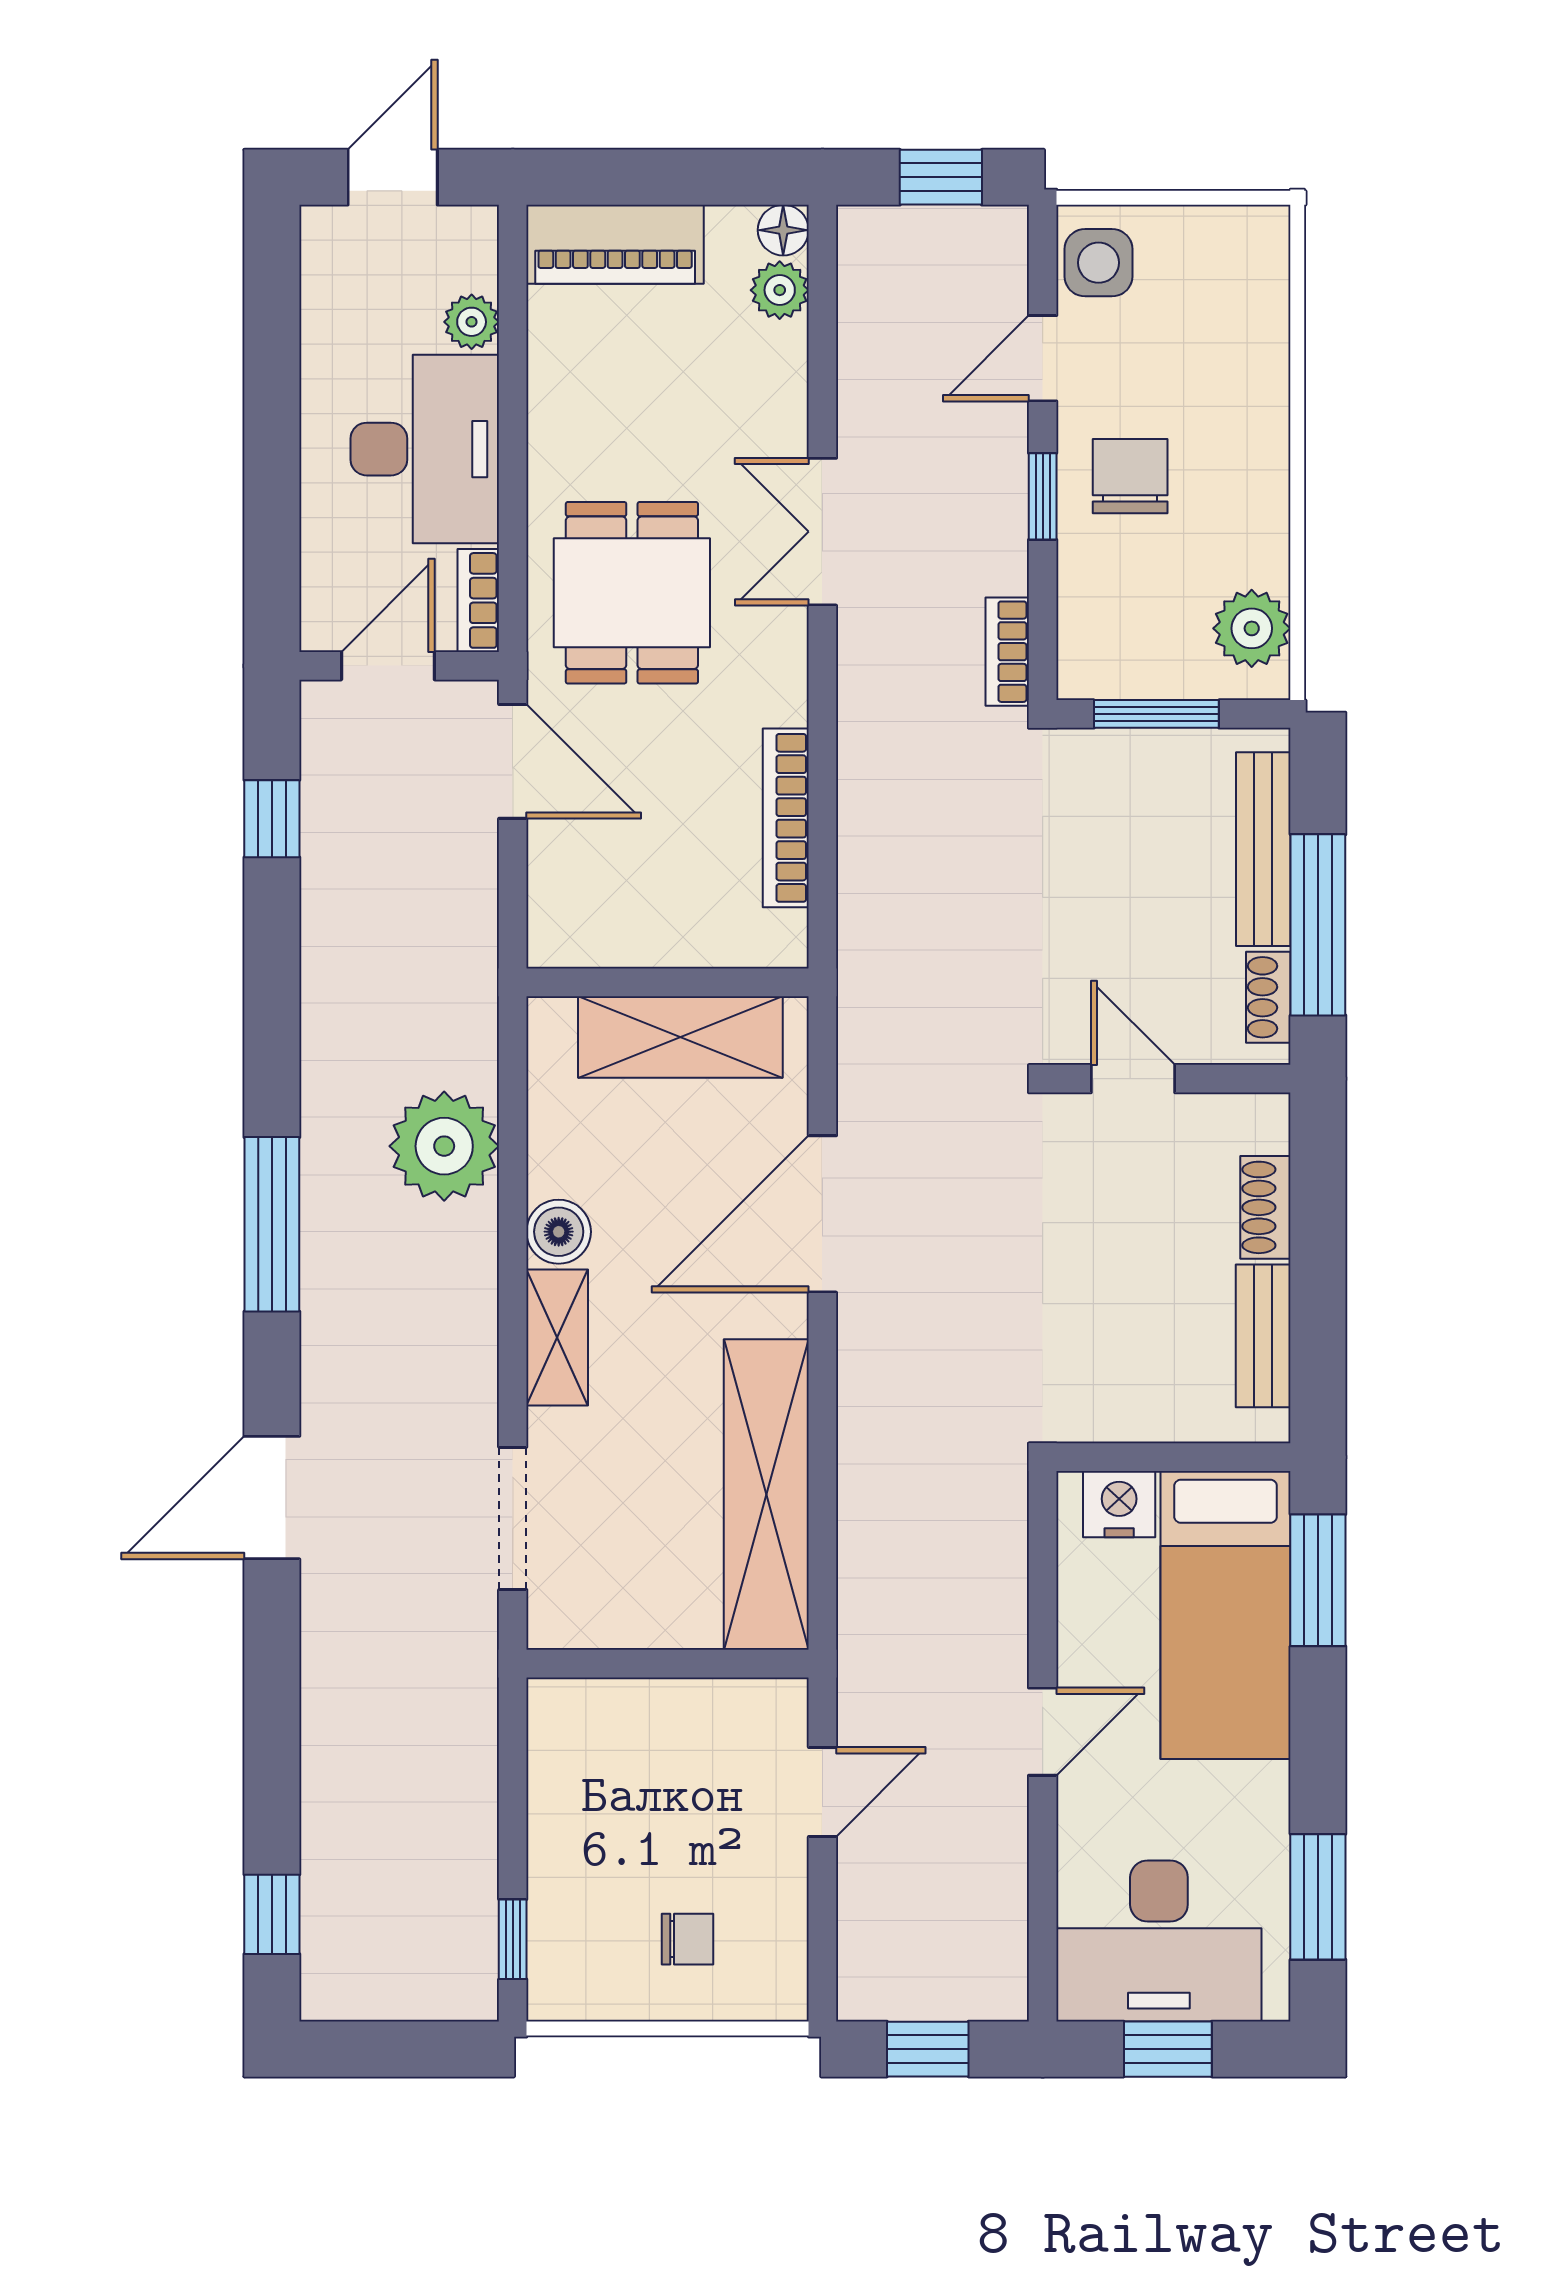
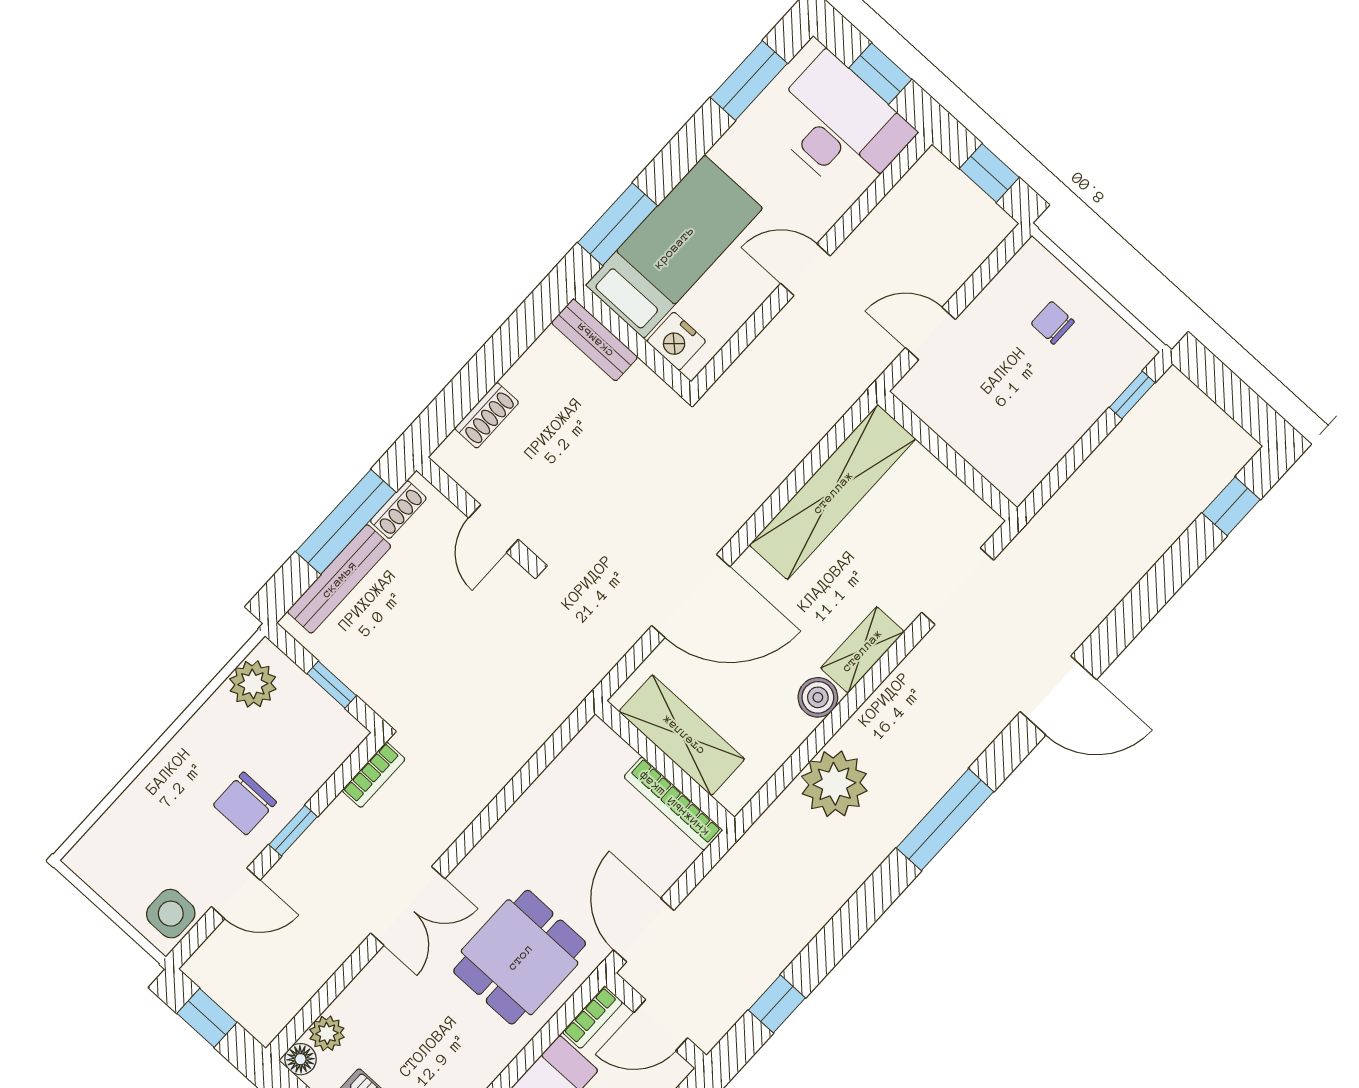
window: (1156, 714) -> (332, 685), width x0.67
bookcase: (786, 818) -> (673, 804), moved, turned 90
bench: (1263, 1336) -> (594, 340), moved, turned 90

